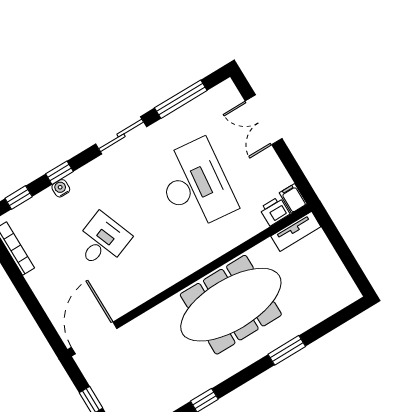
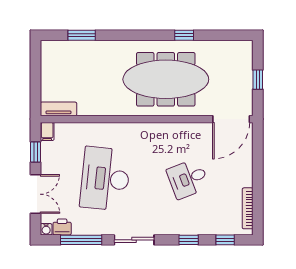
window: (292, 167) -> (35, 152), added
water cooler: (61, 188) -> (46, 229), moved
printer: (275, 211) -> (62, 227), moved, turned 180
meeting table: (231, 305) -> (166, 79), moved
window: (287, 350) -> (82, 35), moved

